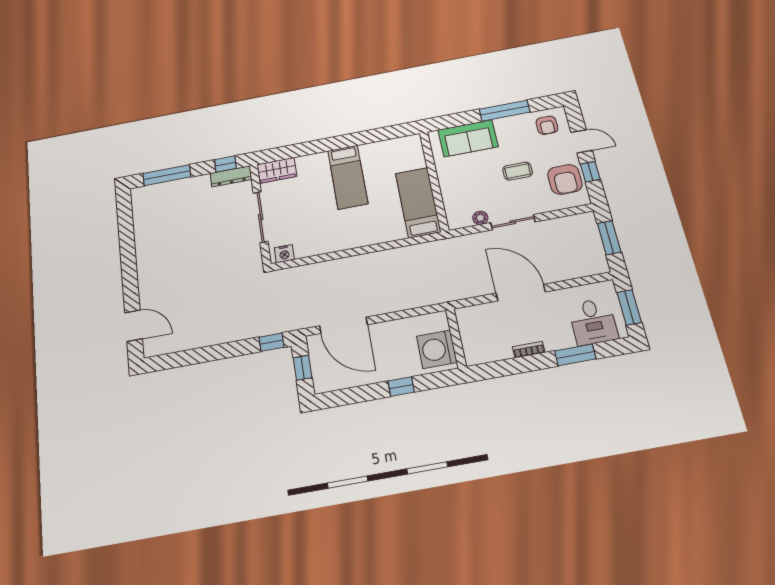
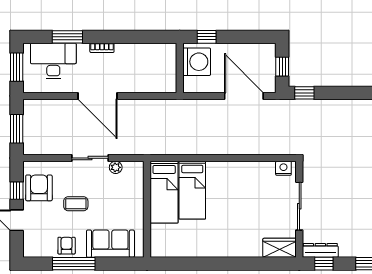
armchair: (547, 125) -> (67, 246), moved
bed: (348, 177) -> (192, 190), moved, turned 180
desk: (593, 322) -> (53, 61), width x1.37
wall: (456, 338) -> (180, 68), moved
washing machine: (437, 349) -> (197, 62), moved

